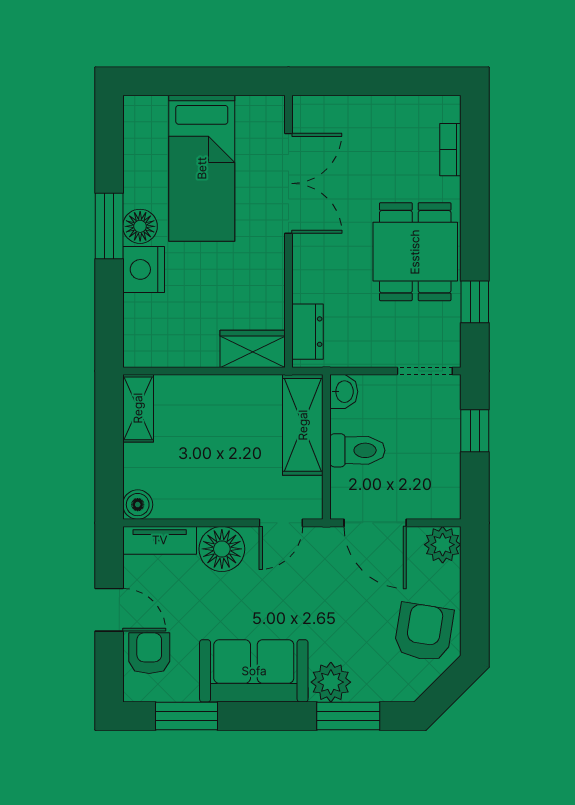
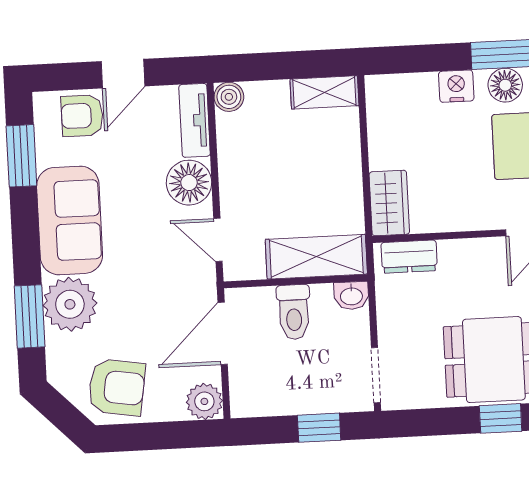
nightstand: (144, 269) -> (456, 86), width x0.74, depth x0.75
window: (475, 302) -> (501, 418), moved
armchair: (149, 653) -> (82, 116), turned 180
plant: (331, 682) -> (70, 304), width x1.36, depth x1.36

